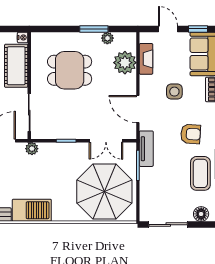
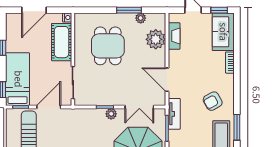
dining table: (70, 70) -> (108, 46), turned 90
side table: (174, 92) -> (199, 64), removed
armchair: (191, 134) -> (213, 101), turned 147
plant: (32, 149) -> (111, 114), moved

